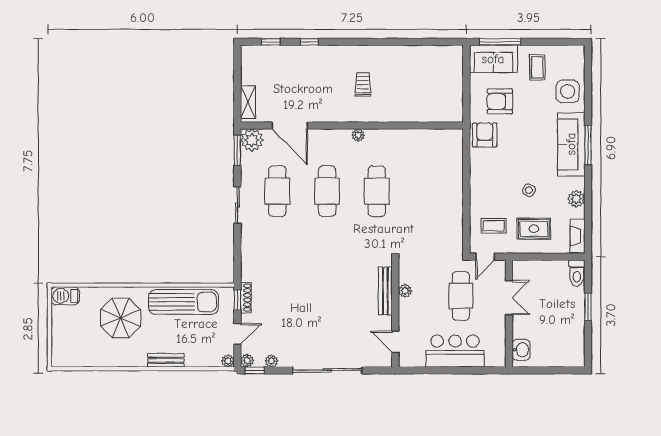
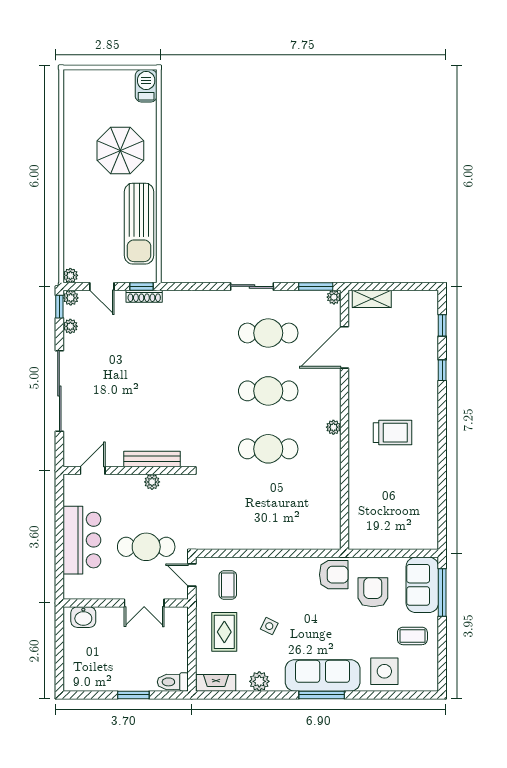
trolley: (363, 84) -> (393, 433), width x1.36, depth x1.39
plant: (252, 140) -> (334, 297), width x0.53, depth x0.53
bench: (166, 360) -> (71, 203), removed

